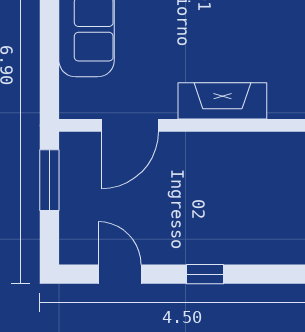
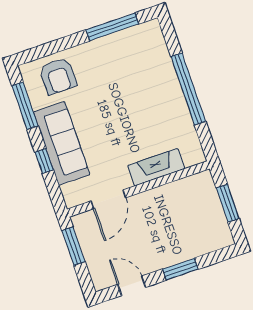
window: (49, 30) -> (44, 161), added
window: (205, 274) -> (180, 269), width x1.50

